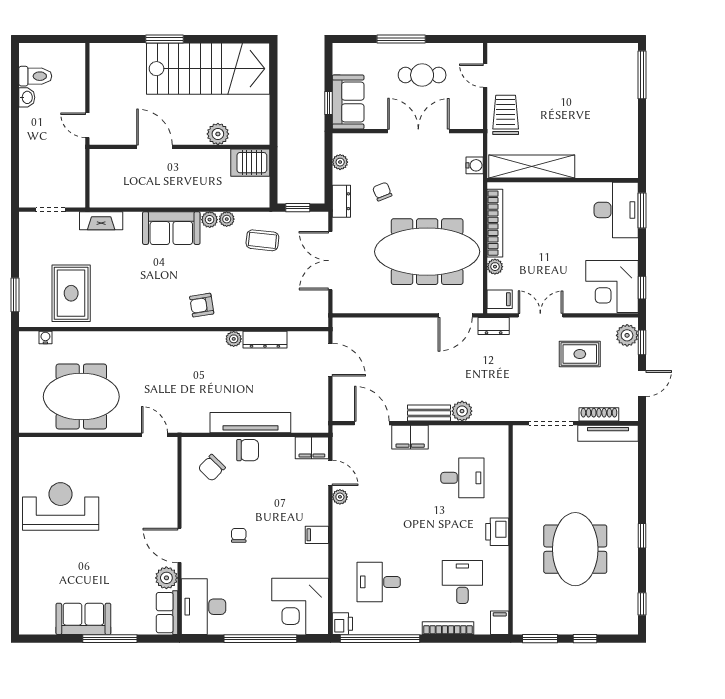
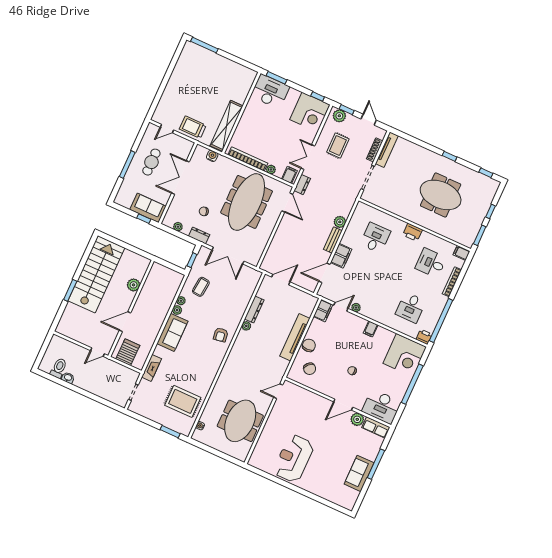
server rack: (250, 163) -> (128, 352), moved, turned 180

